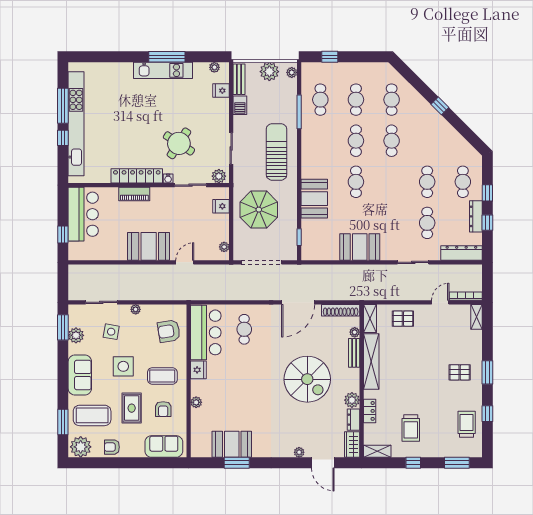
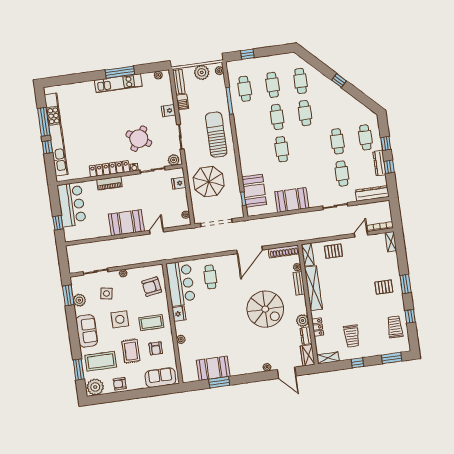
fridge: (221, 91) -> (168, 111), moved
booth: (314, 199) -> (254, 191), moved

